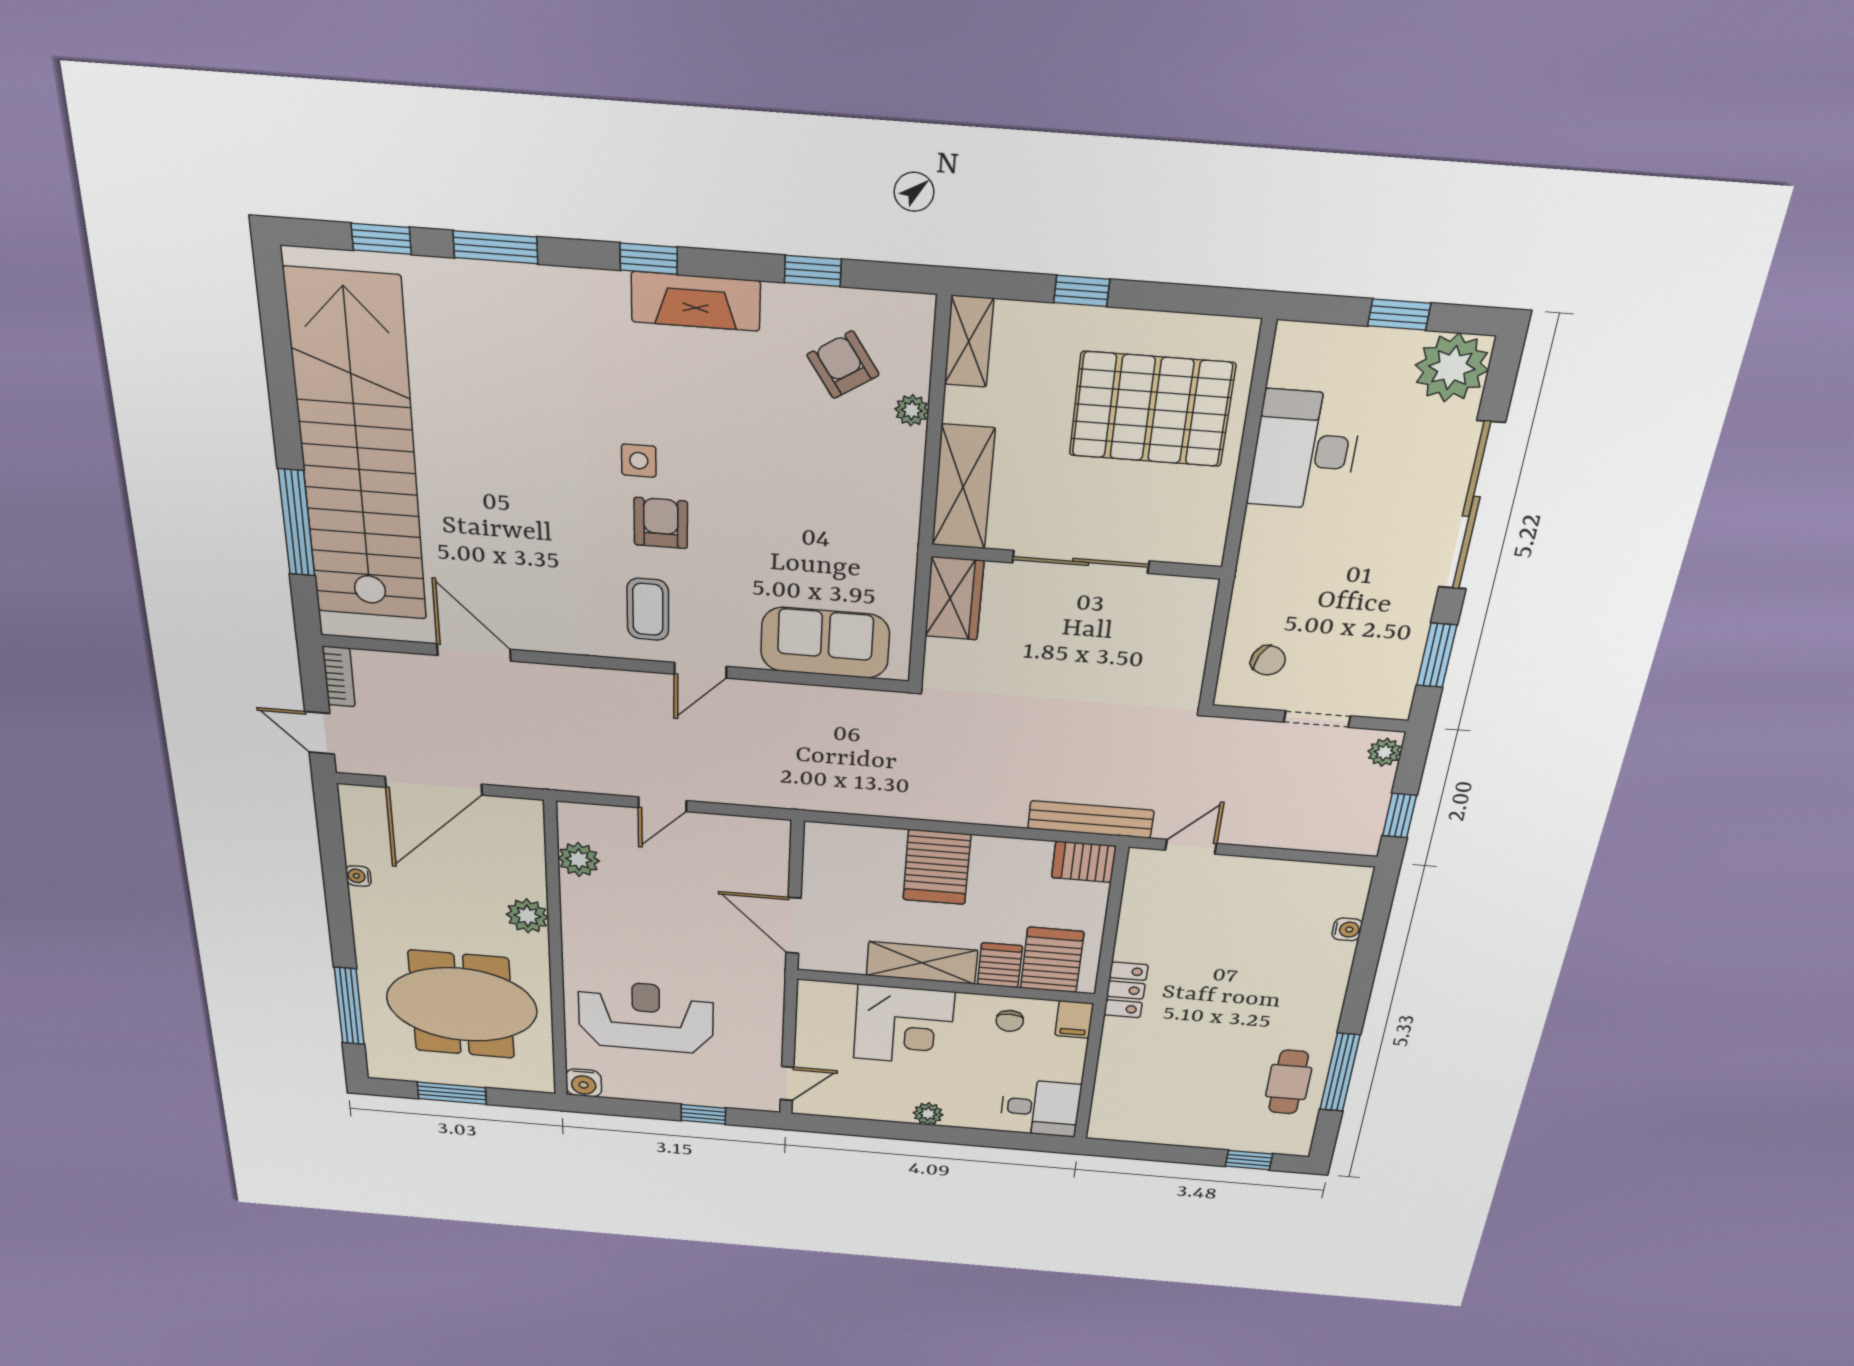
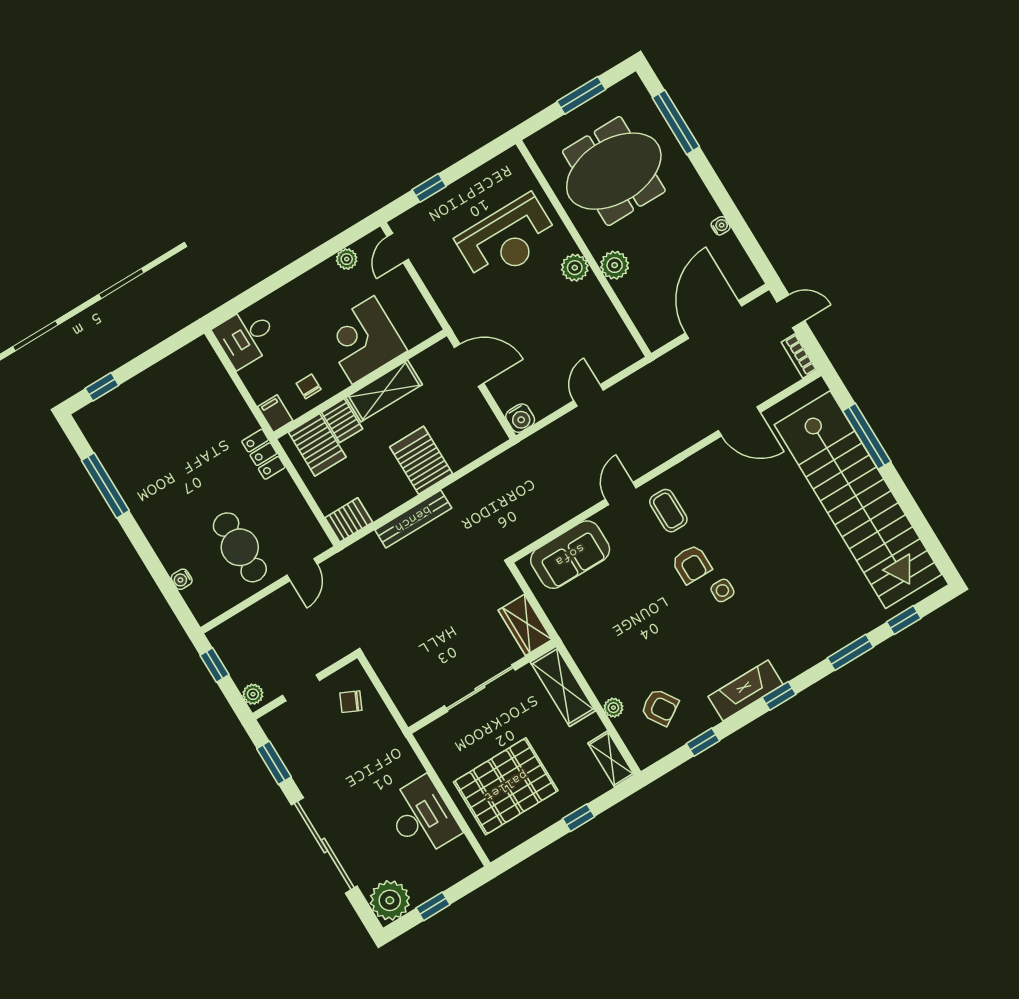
bench: (1091, 820) -> (413, 519), moved
plant: (579, 860) -> (575, 268), moved
cafe table: (1289, 1082) -> (240, 547), moved, width x1.37, depth x1.35
water cooler: (584, 1083) -> (520, 418), moved, turned 180
plant: (928, 1114) -> (347, 259), moved

